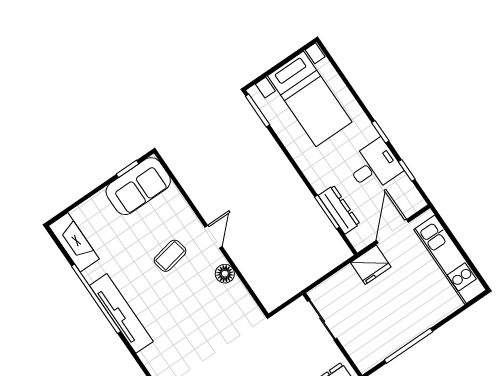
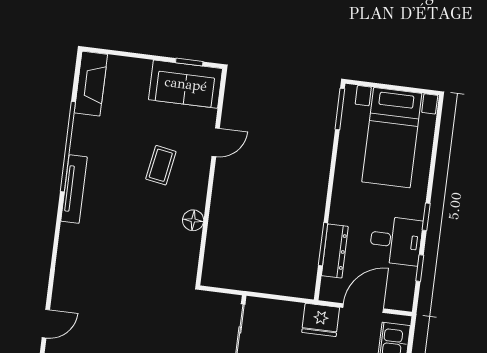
door: (214, 237) -> (216, 142), moved
coffee table: (170, 256) -> (161, 165), turned -69
tv unit: (121, 313) -> (74, 189), width x0.73, depth x0.78

